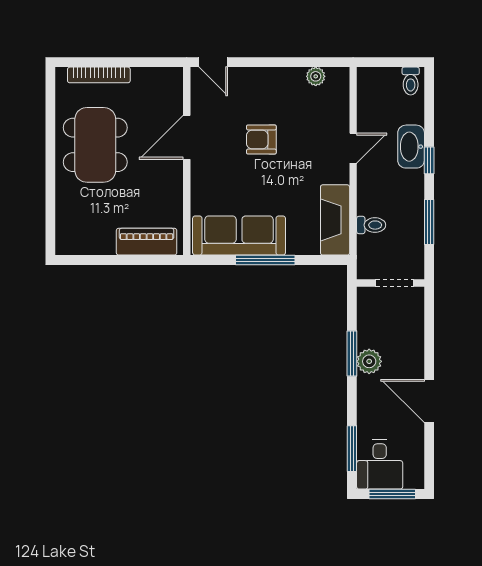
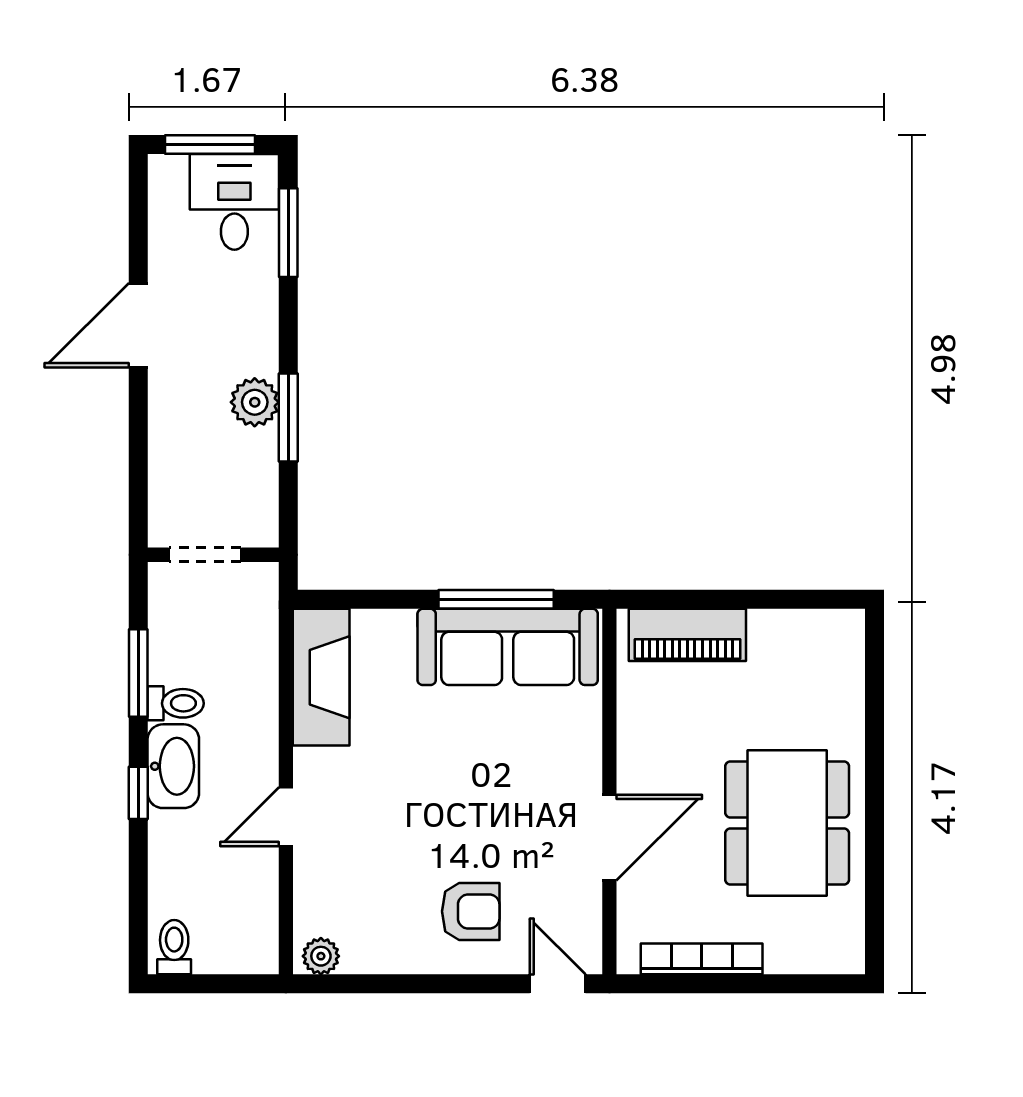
bookcase: (99, 75) -> (702, 959), moved
plant: (316, 76) -> (321, 956), moved
armchair: (261, 140) -> (471, 911), moved
washbasin: (411, 147) -> (173, 766), moved
toilet: (371, 225) -> (176, 703), moved, turned 180
window: (265, 260) -> (496, 599), moved
door: (429, 401) -> (138, 325), swing flipped

